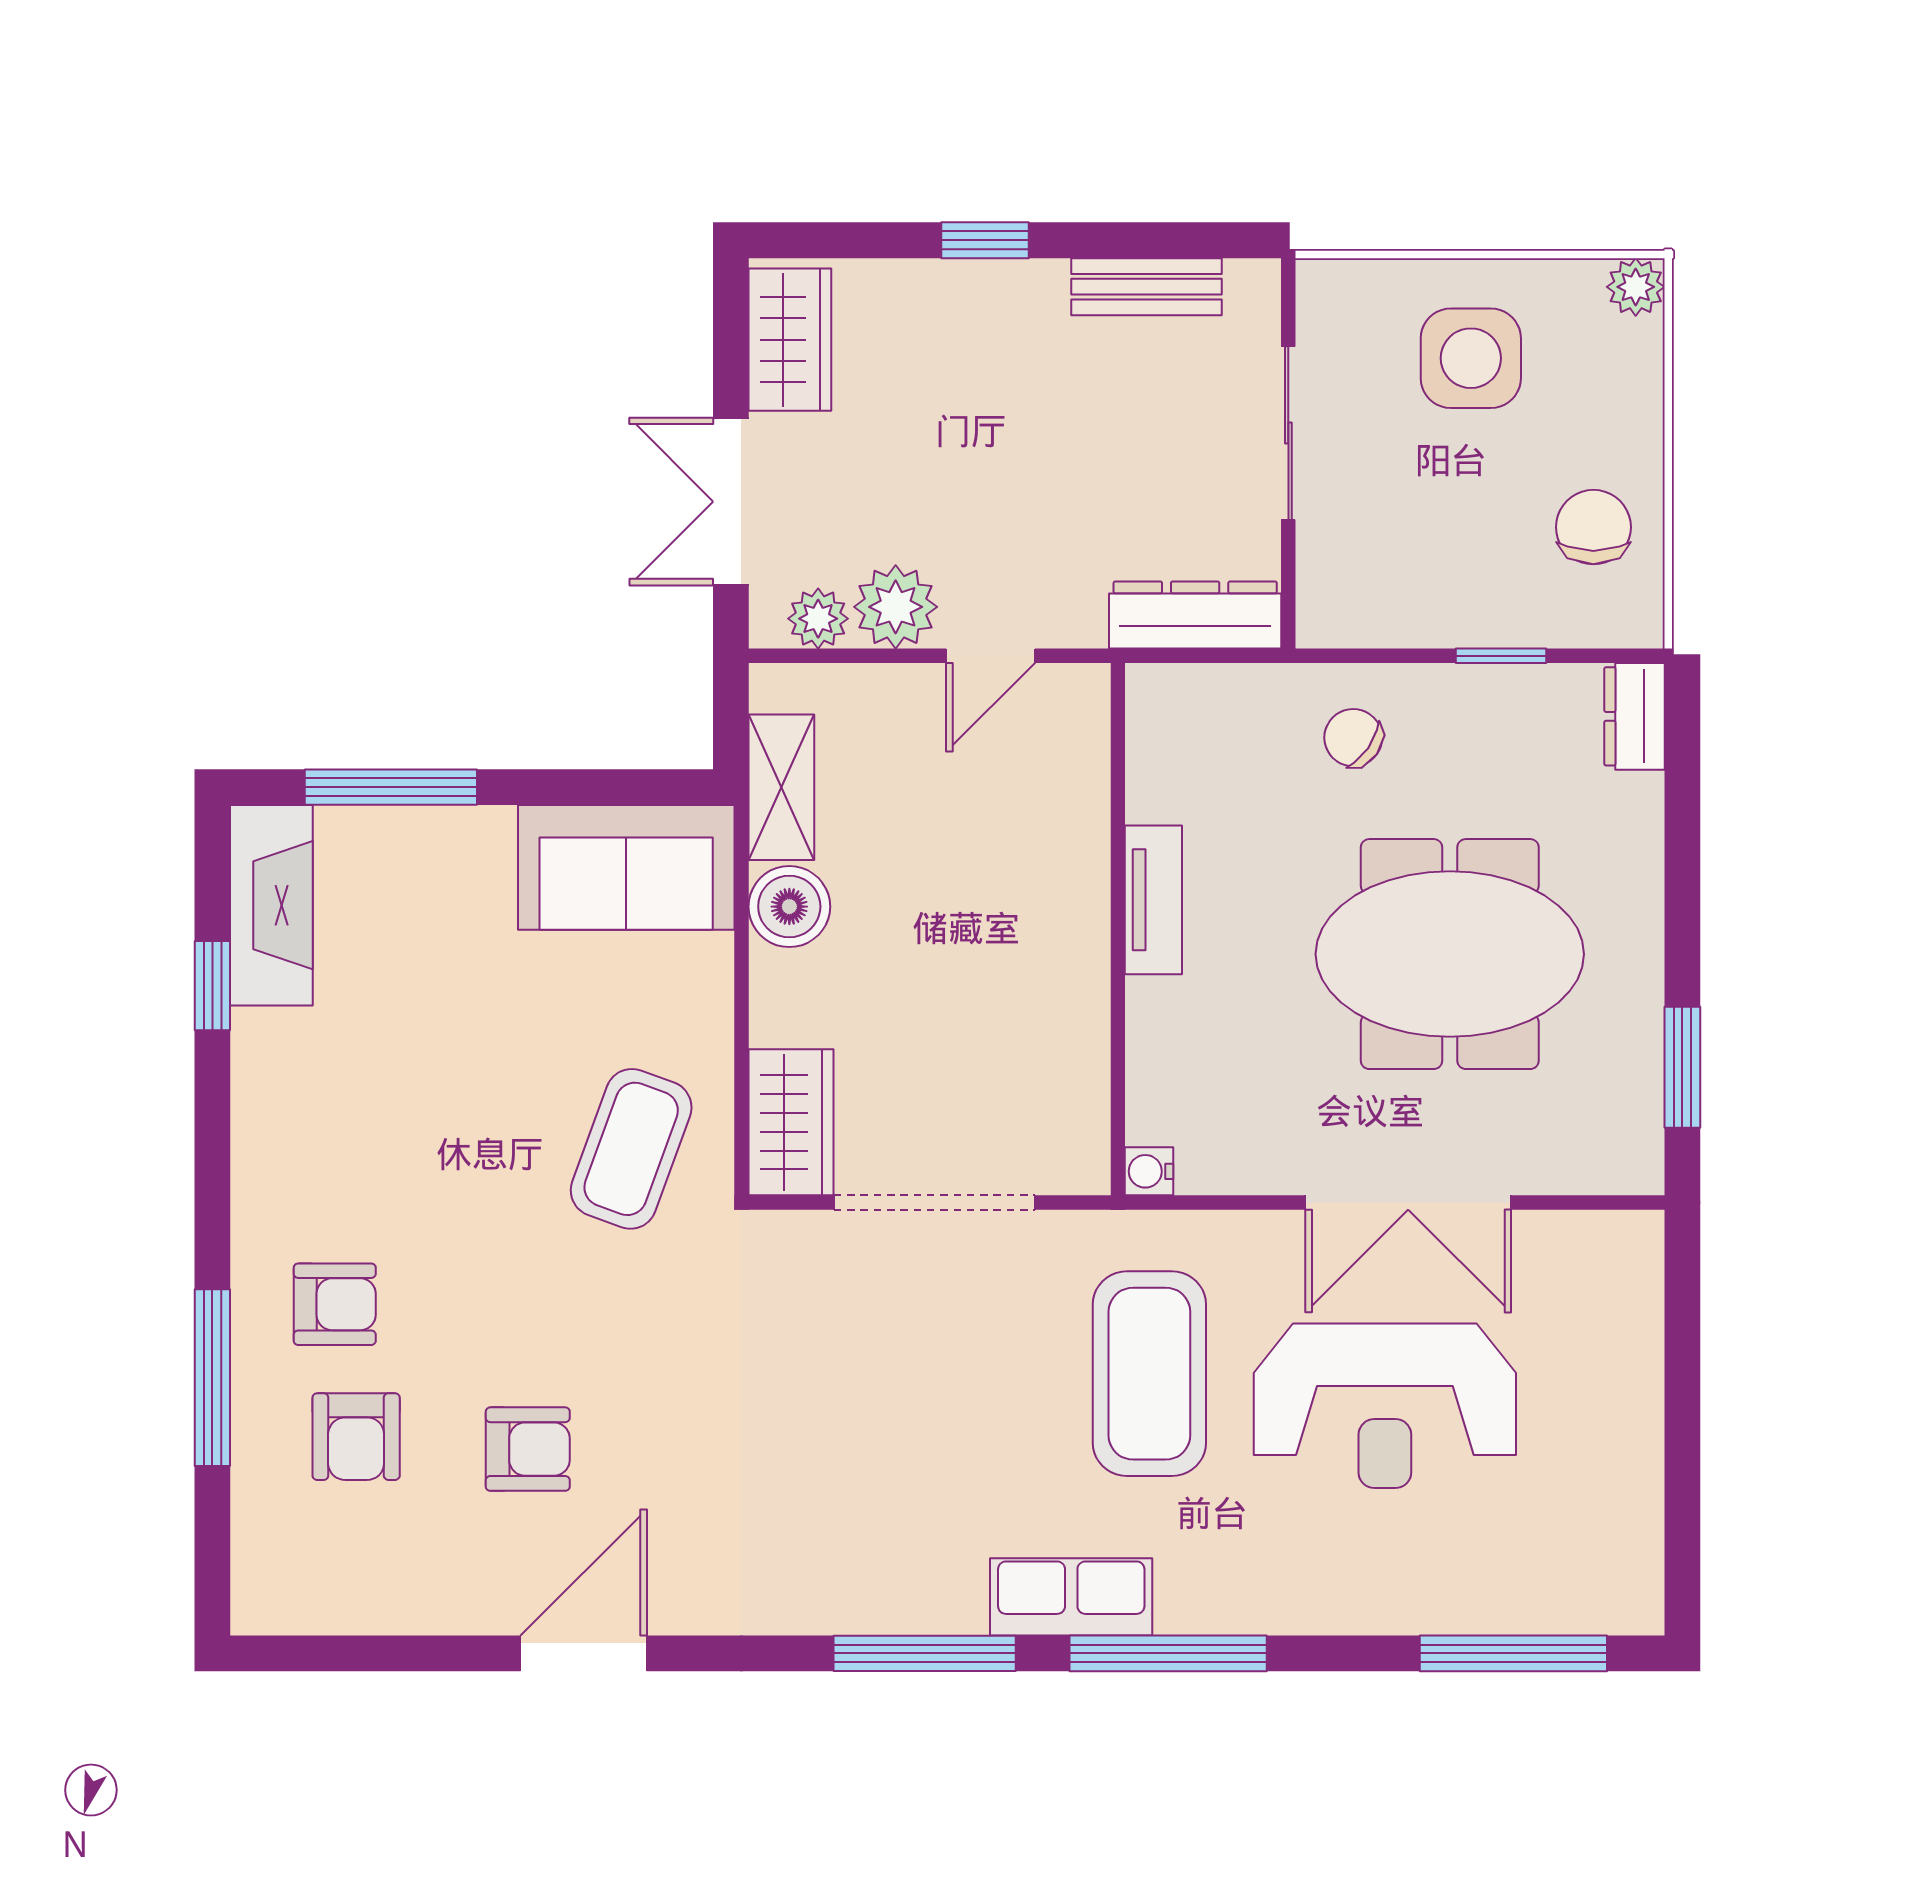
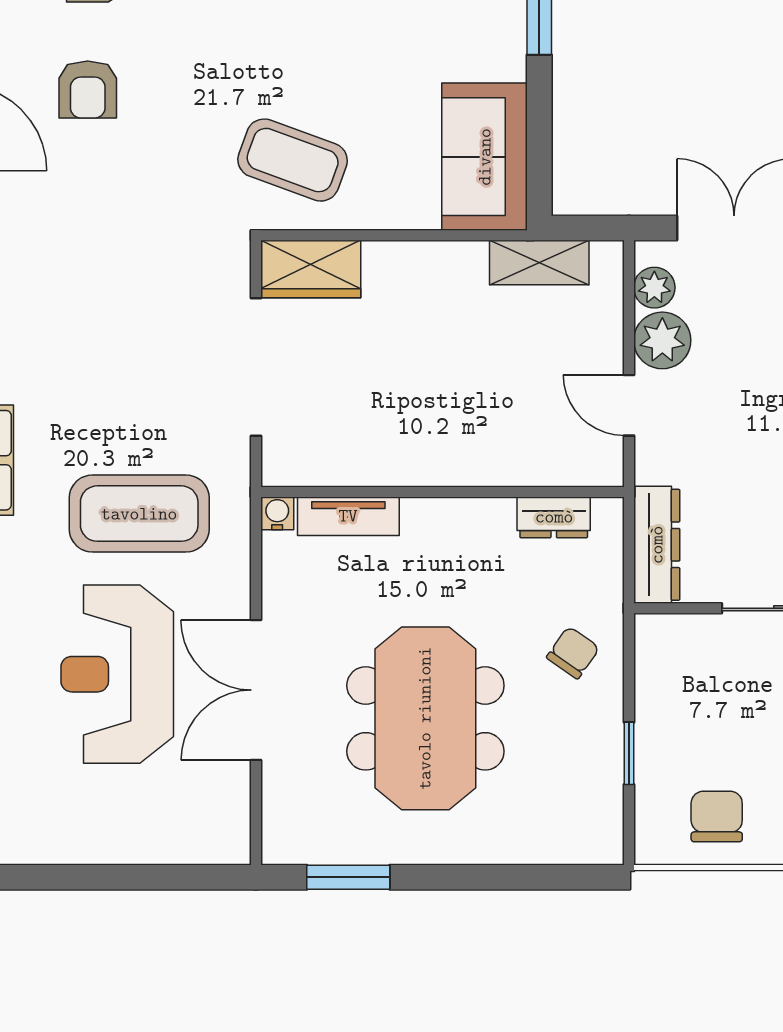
chair: (1593, 527) -> (717, 816), turned -90
dresser: (1635, 716) -> (554, 517), moved, turned 180
tv unit: (1153, 900) -> (348, 516), moved
boiler: (789, 907) -> (458, 268), removed

